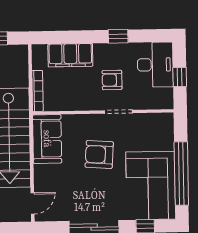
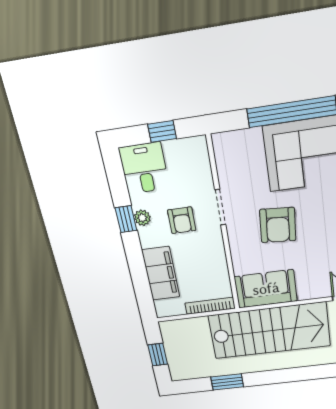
plant: (118, 49) -> (142, 218), added
desk: (155, 65) -> (144, 168), width x0.73

